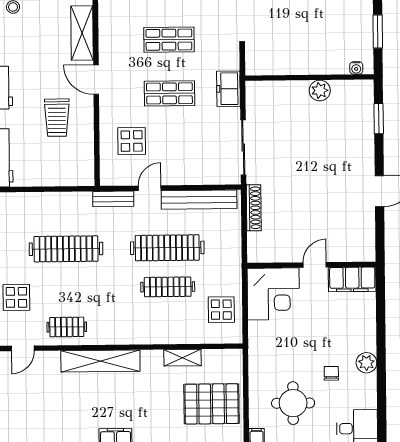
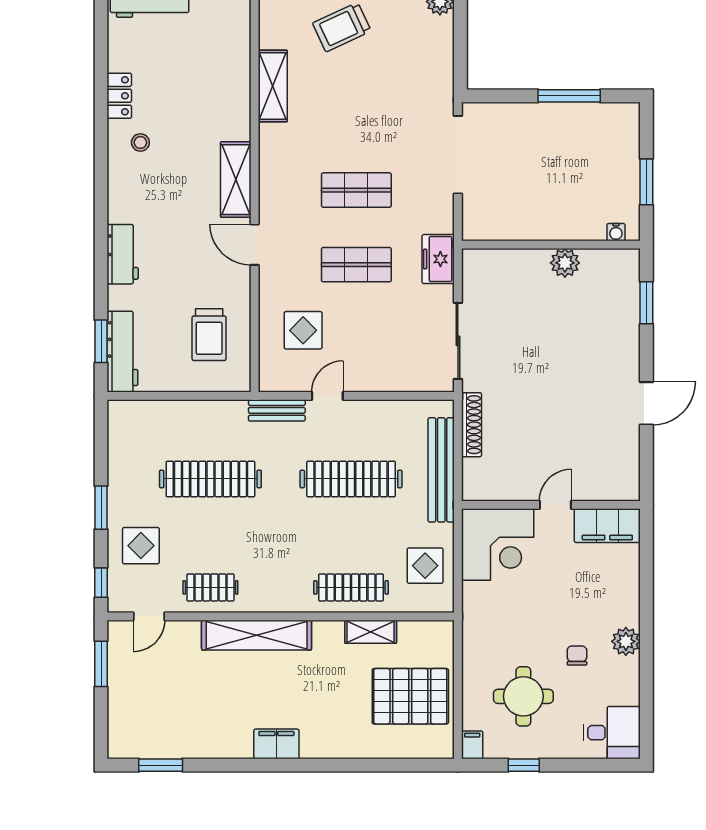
trolley: (57, 118) -> (209, 335), moved
bench: (199, 200) -> (441, 470), moved, turned 90
clothes rail: (168, 287) -> (351, 587), moved

